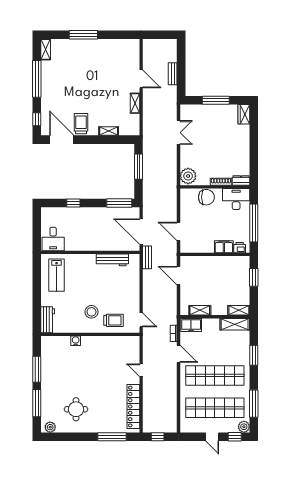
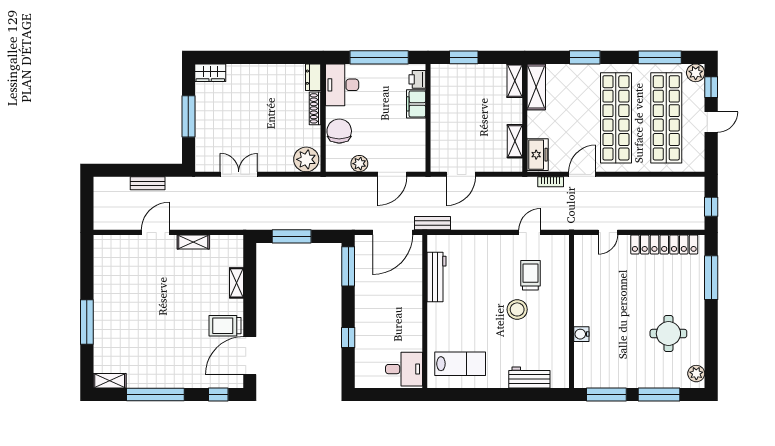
plant: (185, 210) -> (359, 164), added
wall: (90, 334) -> (572, 311), moved
water cooler: (76, 341) -> (581, 334), moved

